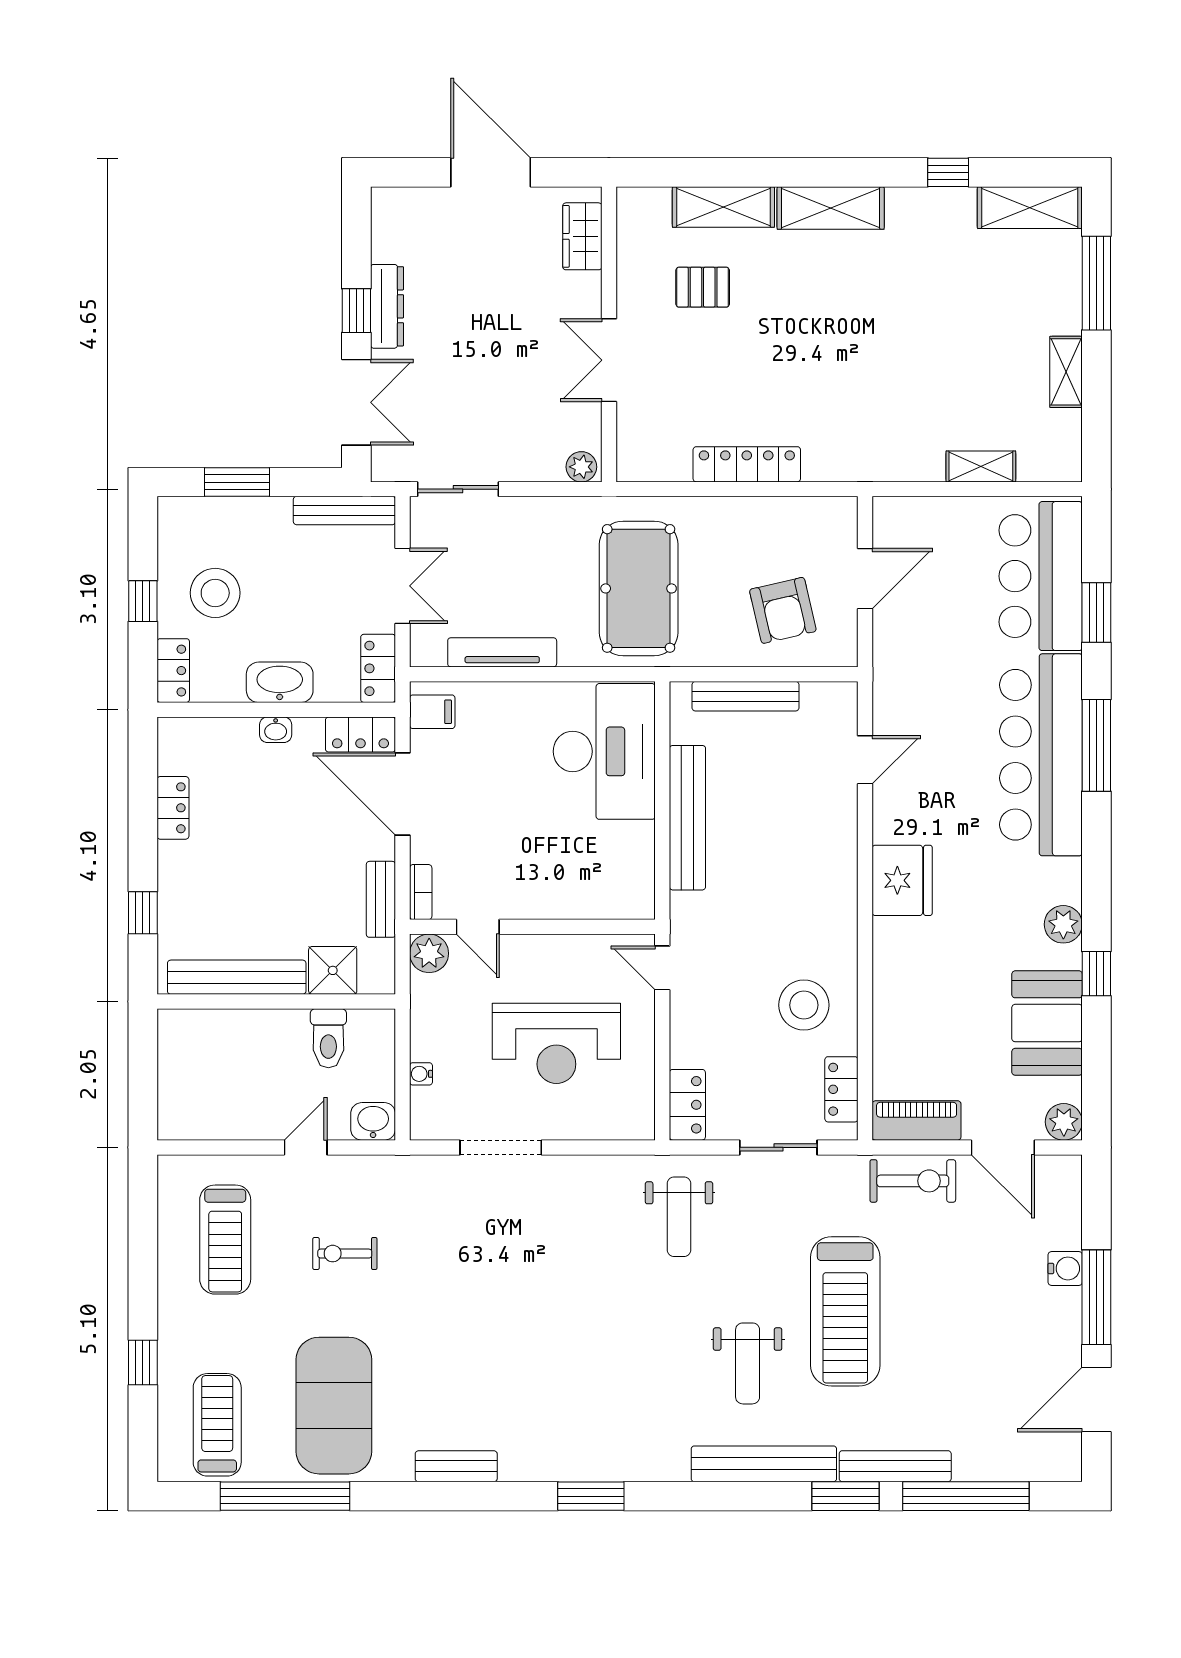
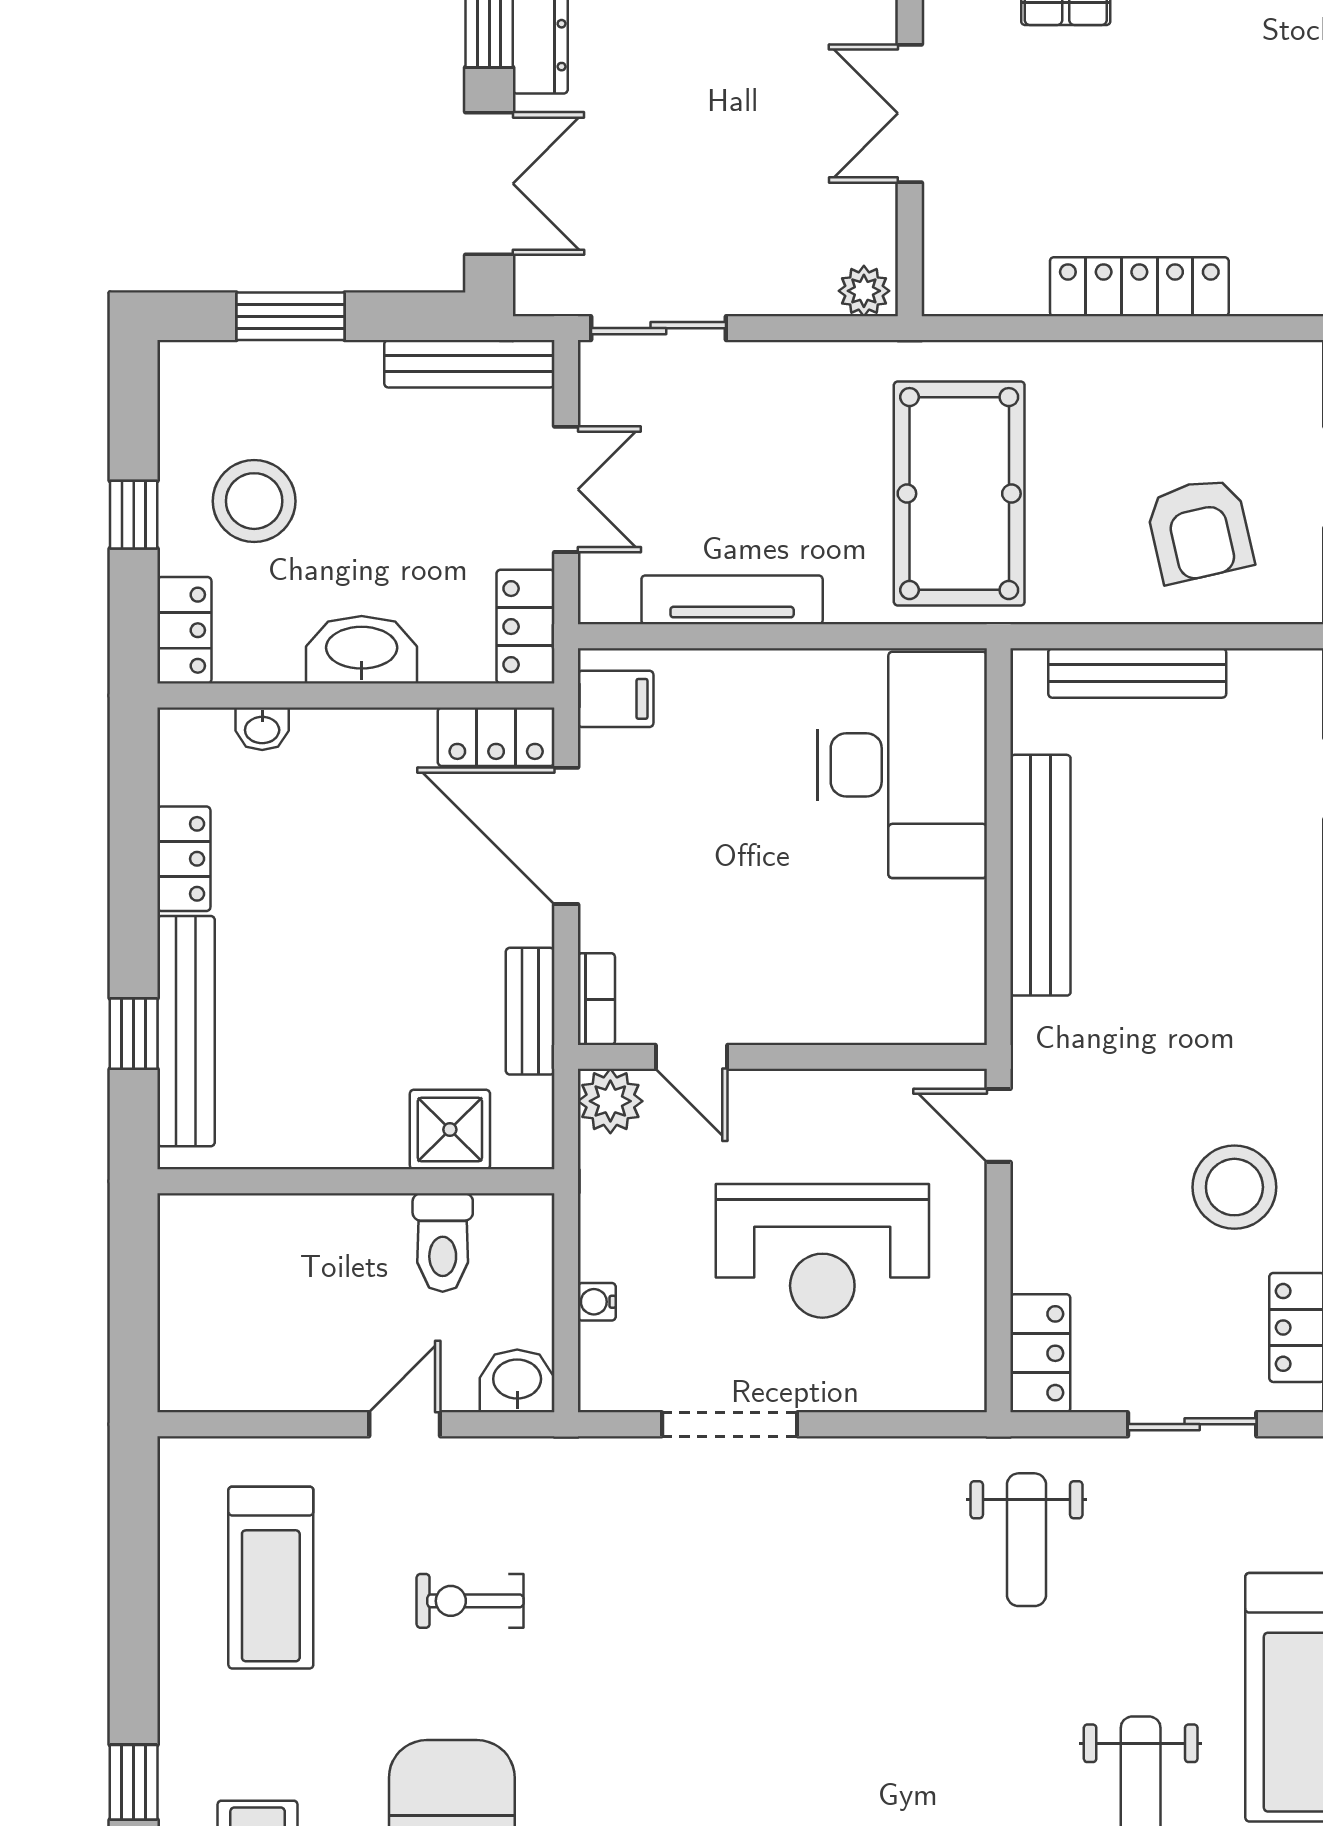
washbasin: (276, 730) -> (262, 729), moved
bench: (237, 977) -> (186, 1031), moved, turned 90

